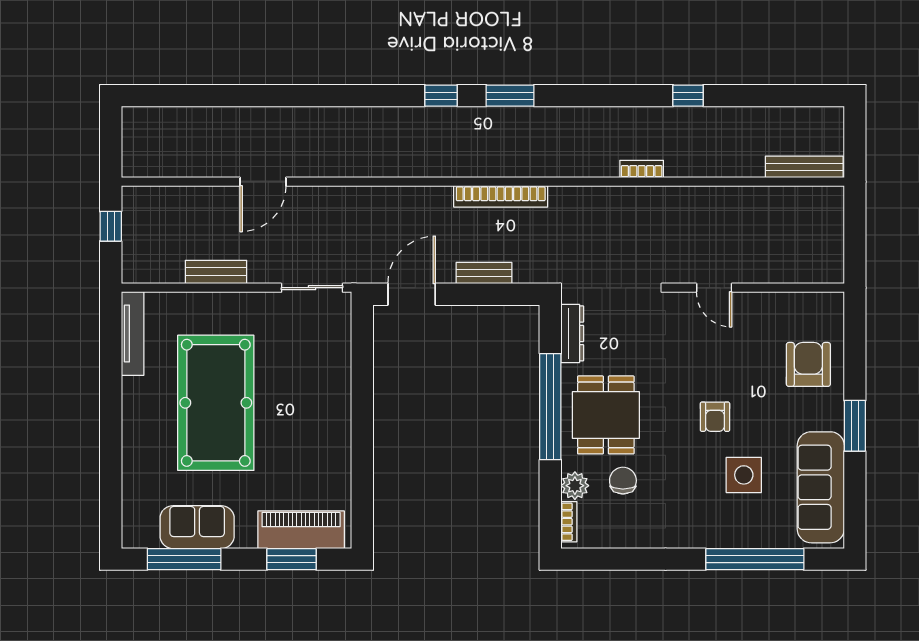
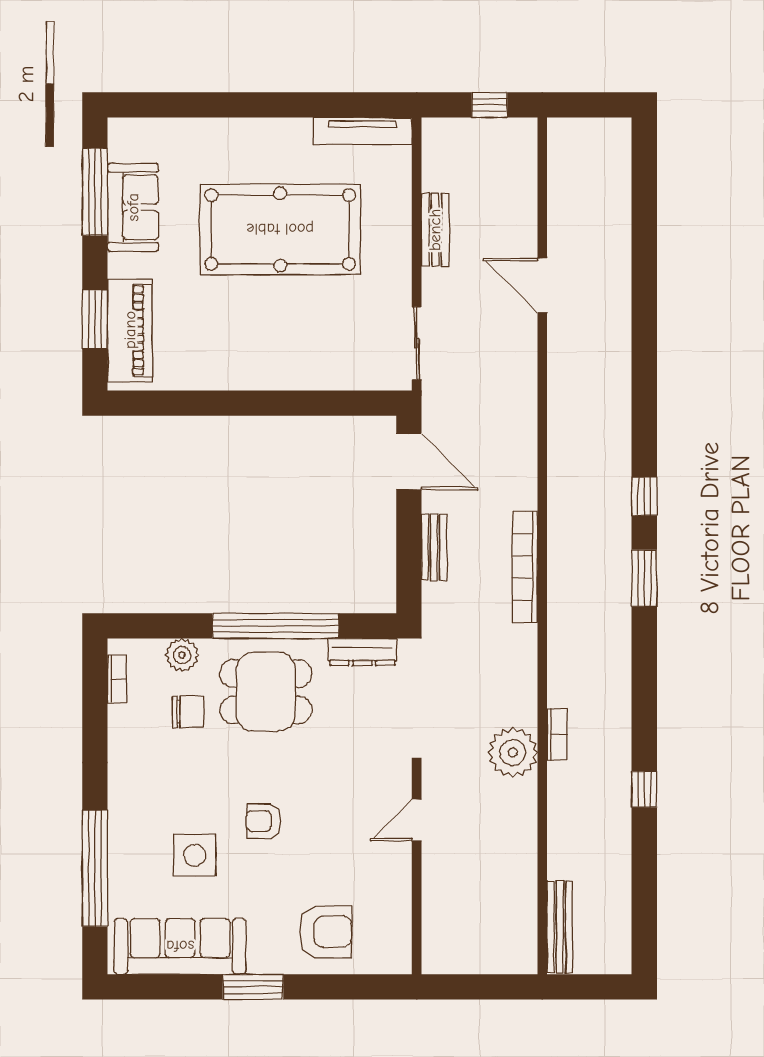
plant: (657, 207) -> (513, 752), added
bookcase: (569, 522) -> (117, 679), moved, turned -90

